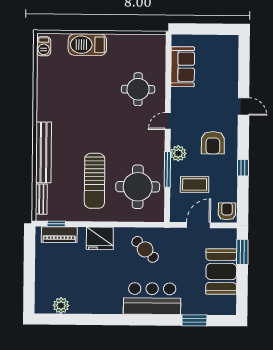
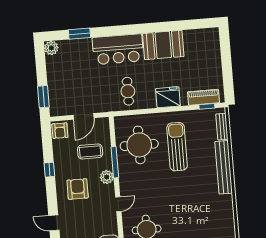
cafe table: (145, 249) -> (128, 91), turned 46
booth: (221, 272) -> (163, 45), moved, turned 90
plant: (61, 305) -> (51, 48), moved

